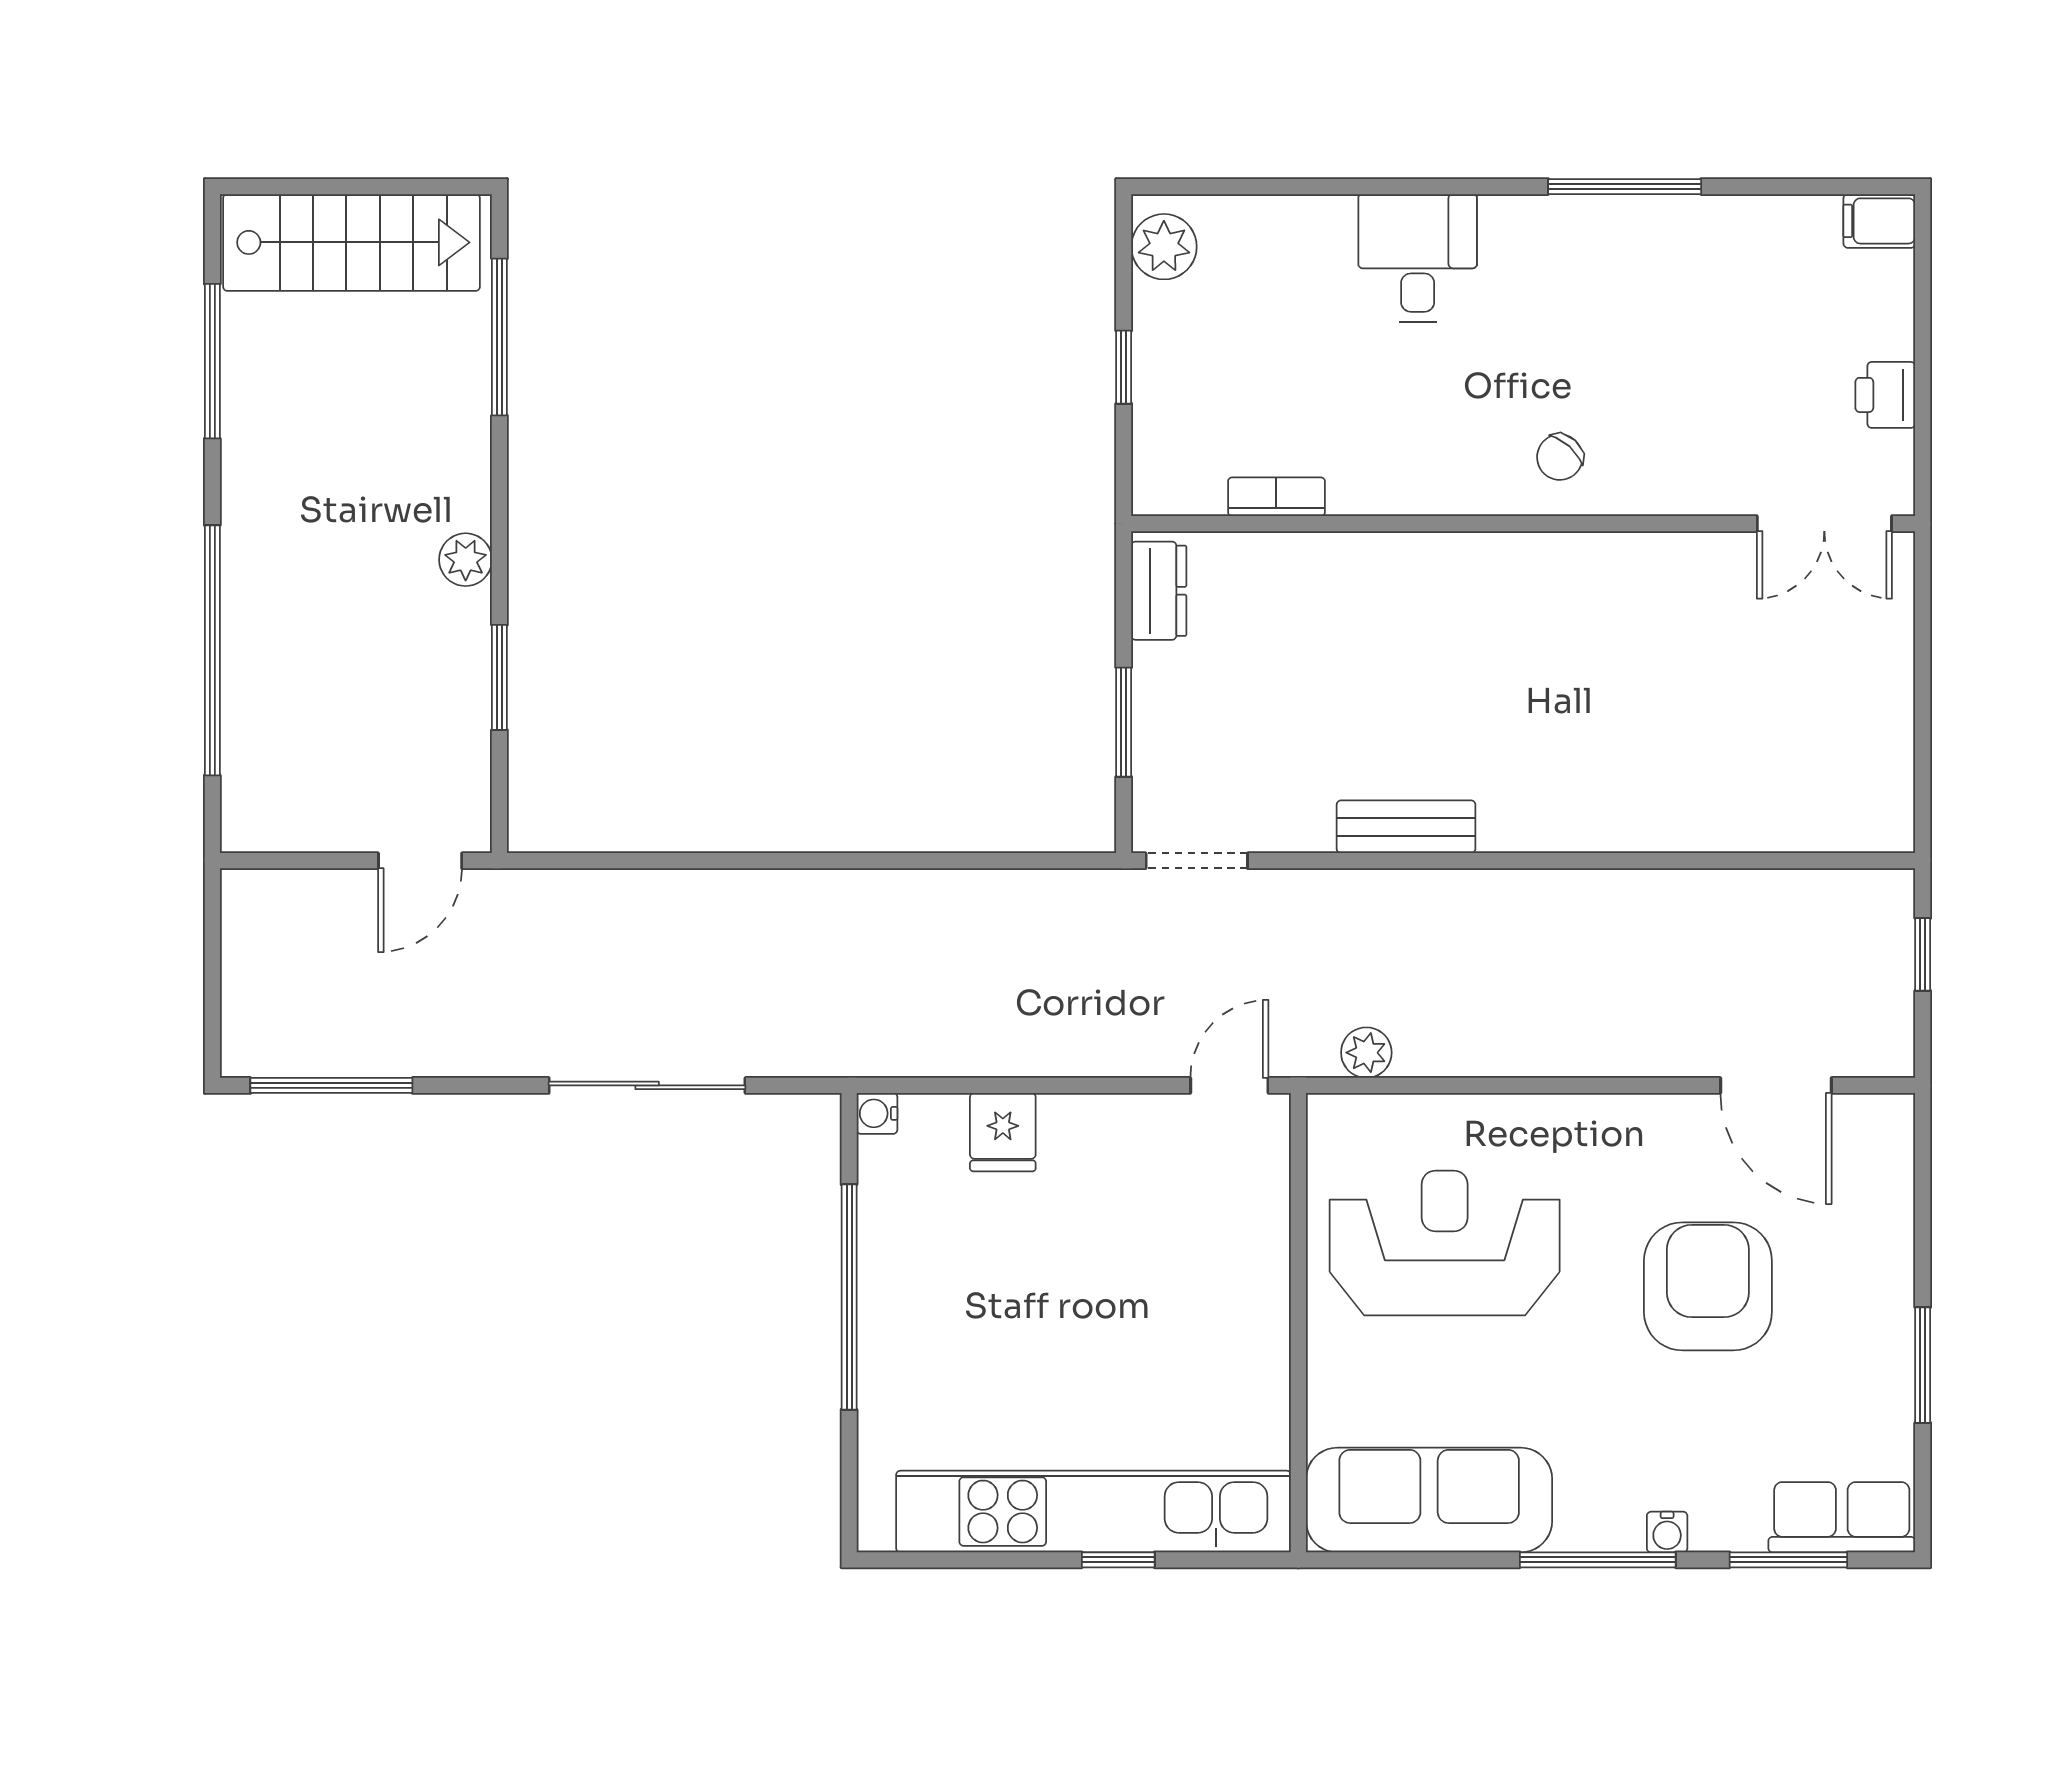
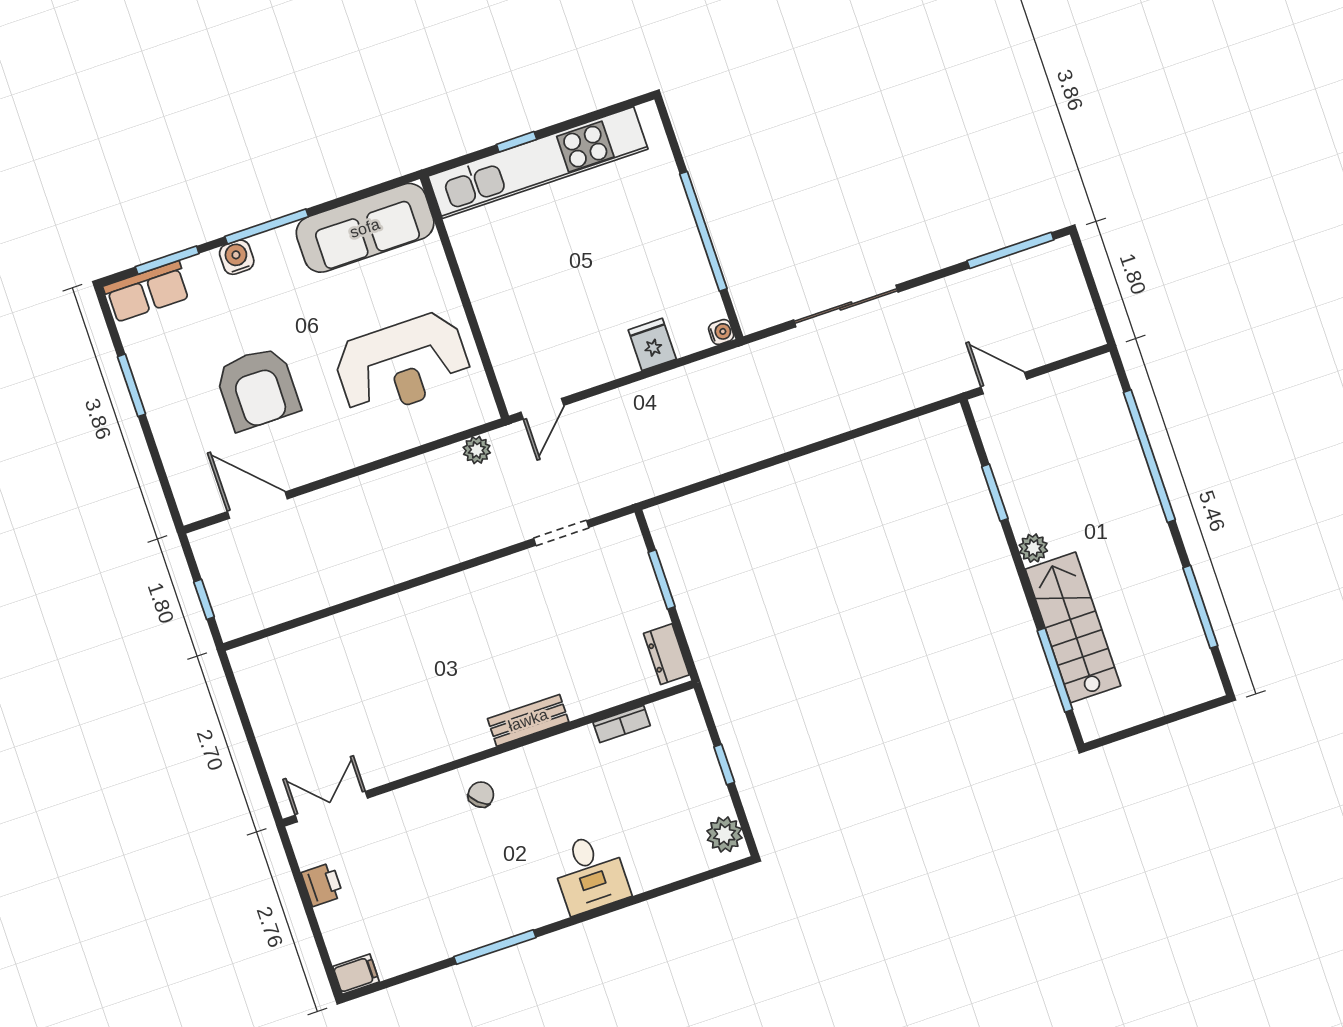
stairs: (351, 242) -> (1073, 627), moved, turned 90
bench: (1406, 827) -> (528, 720), moved
door: (420, 861) -> (1004, 383), hinge flipped
doorway: (1197, 861) -> (561, 533), moved
water cooler: (1667, 1532) -> (237, 257), width x1.38, depth x1.38

